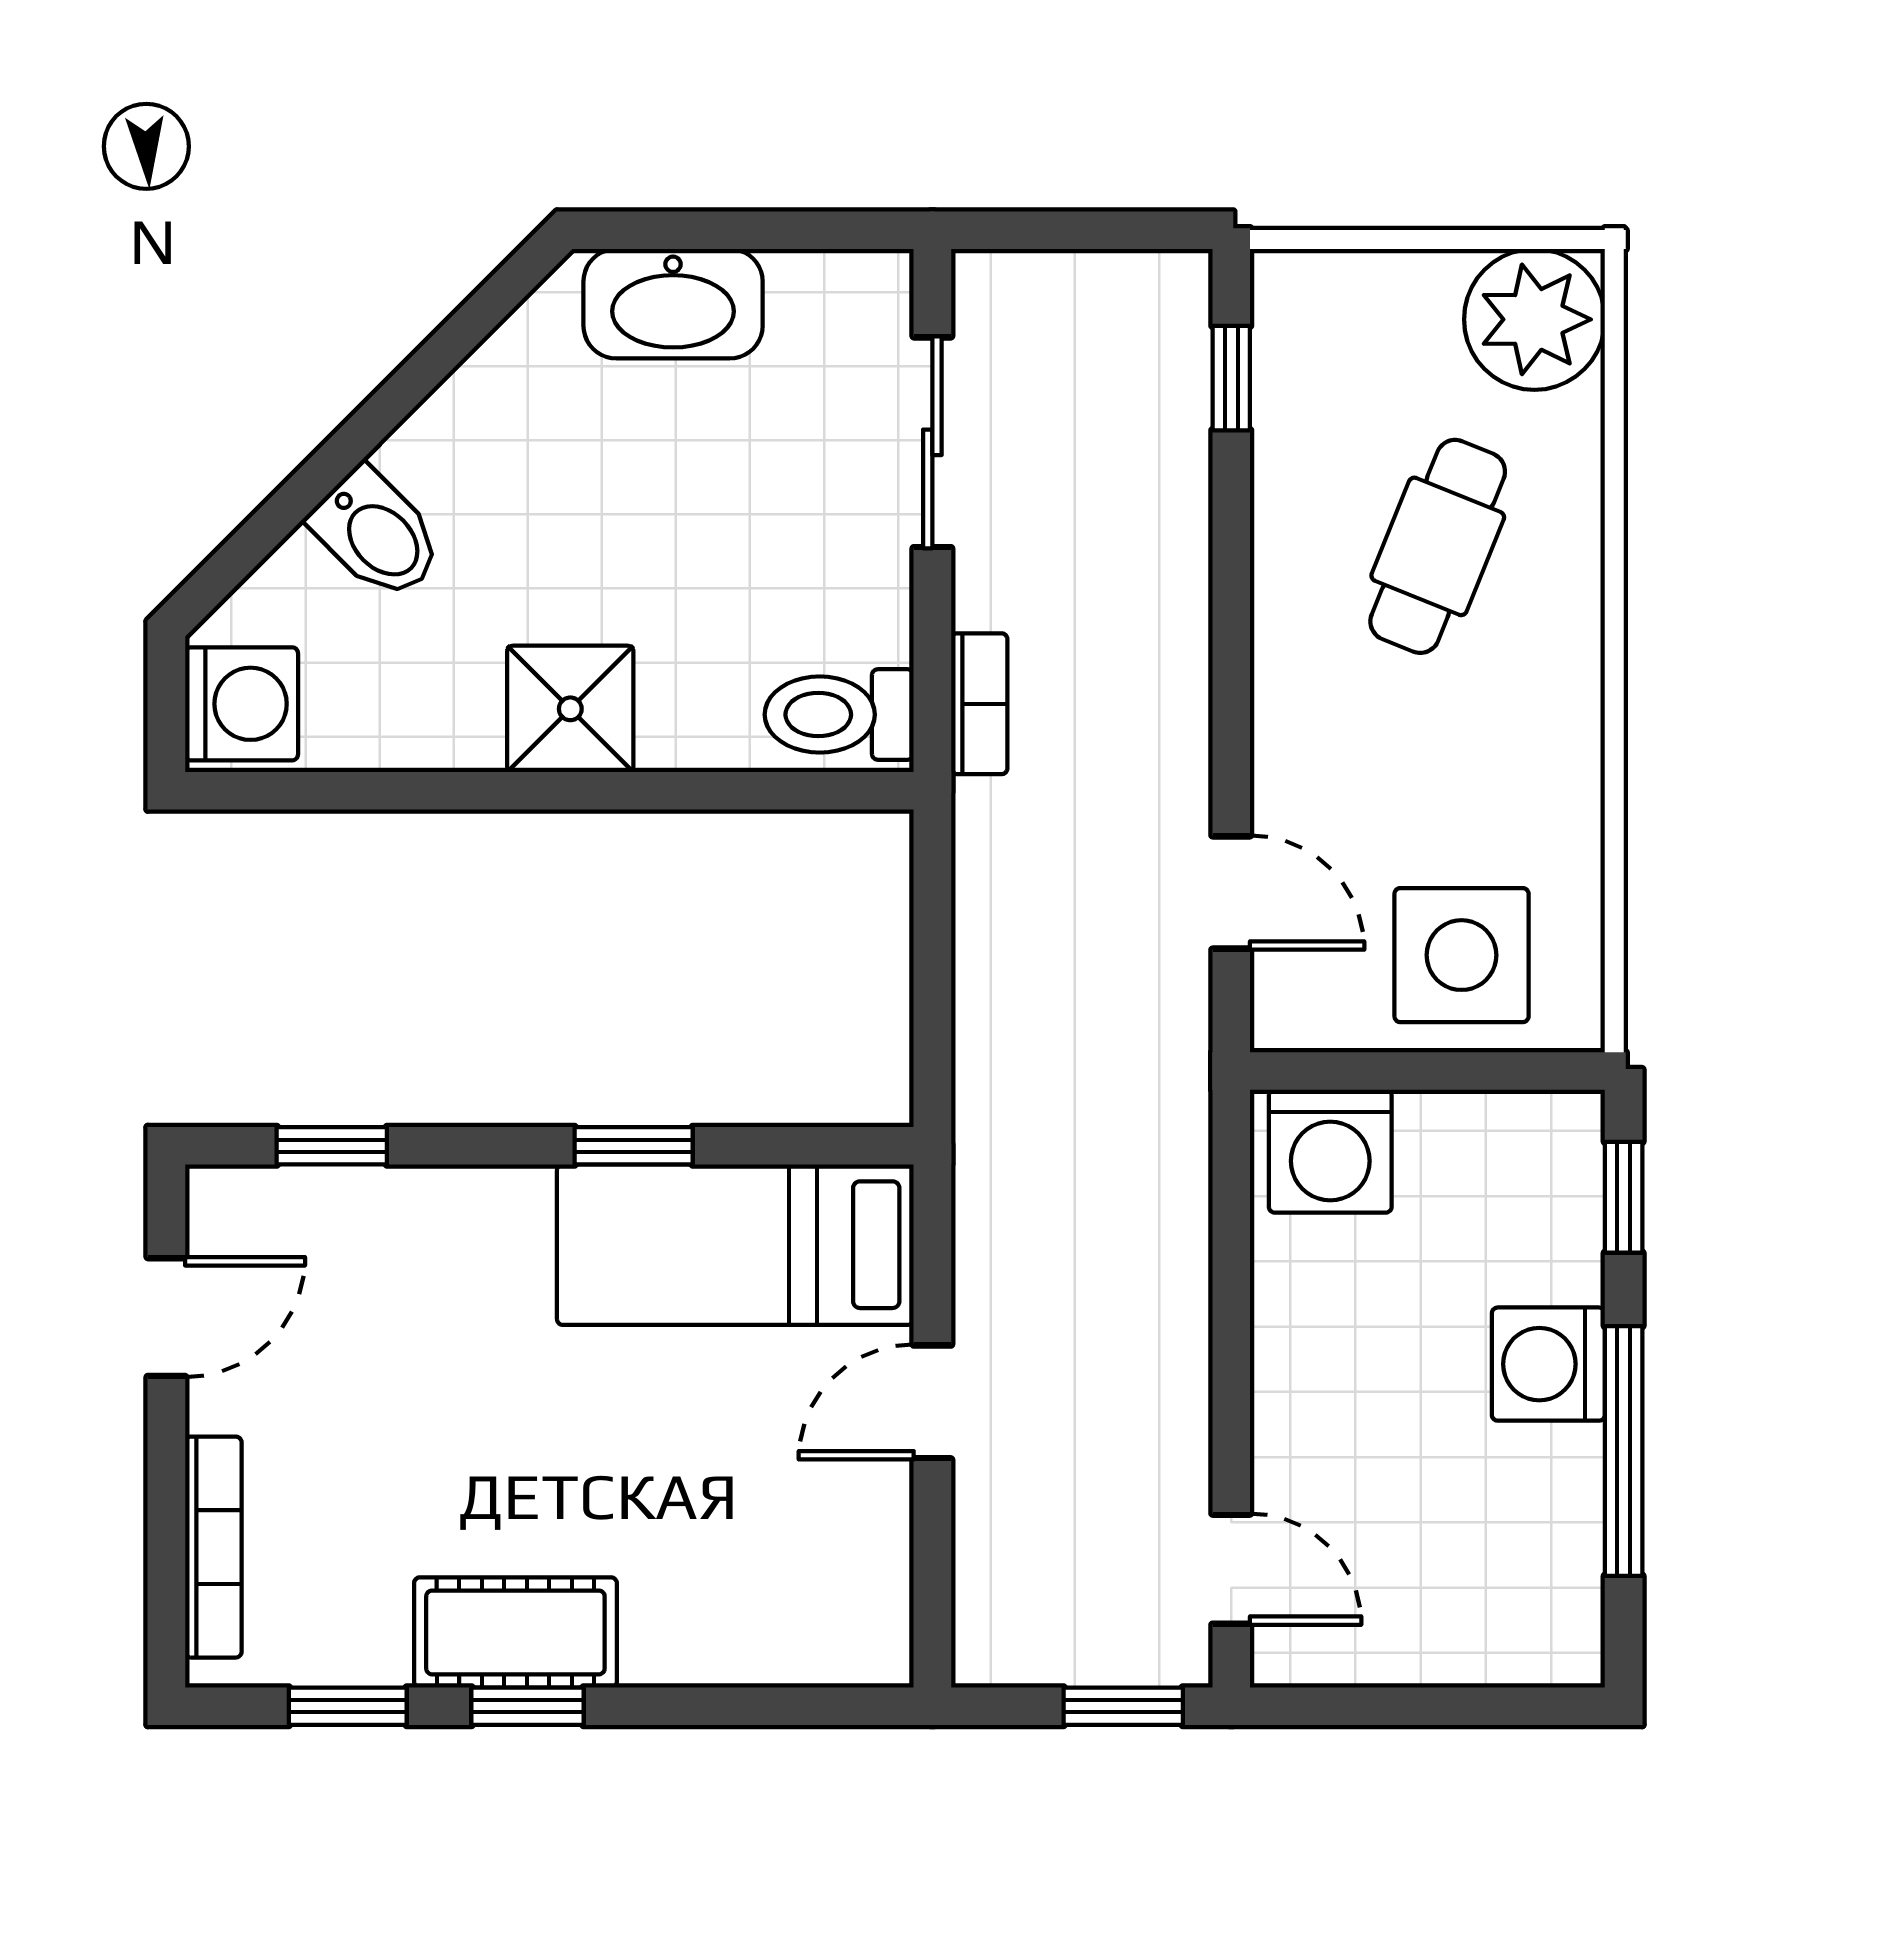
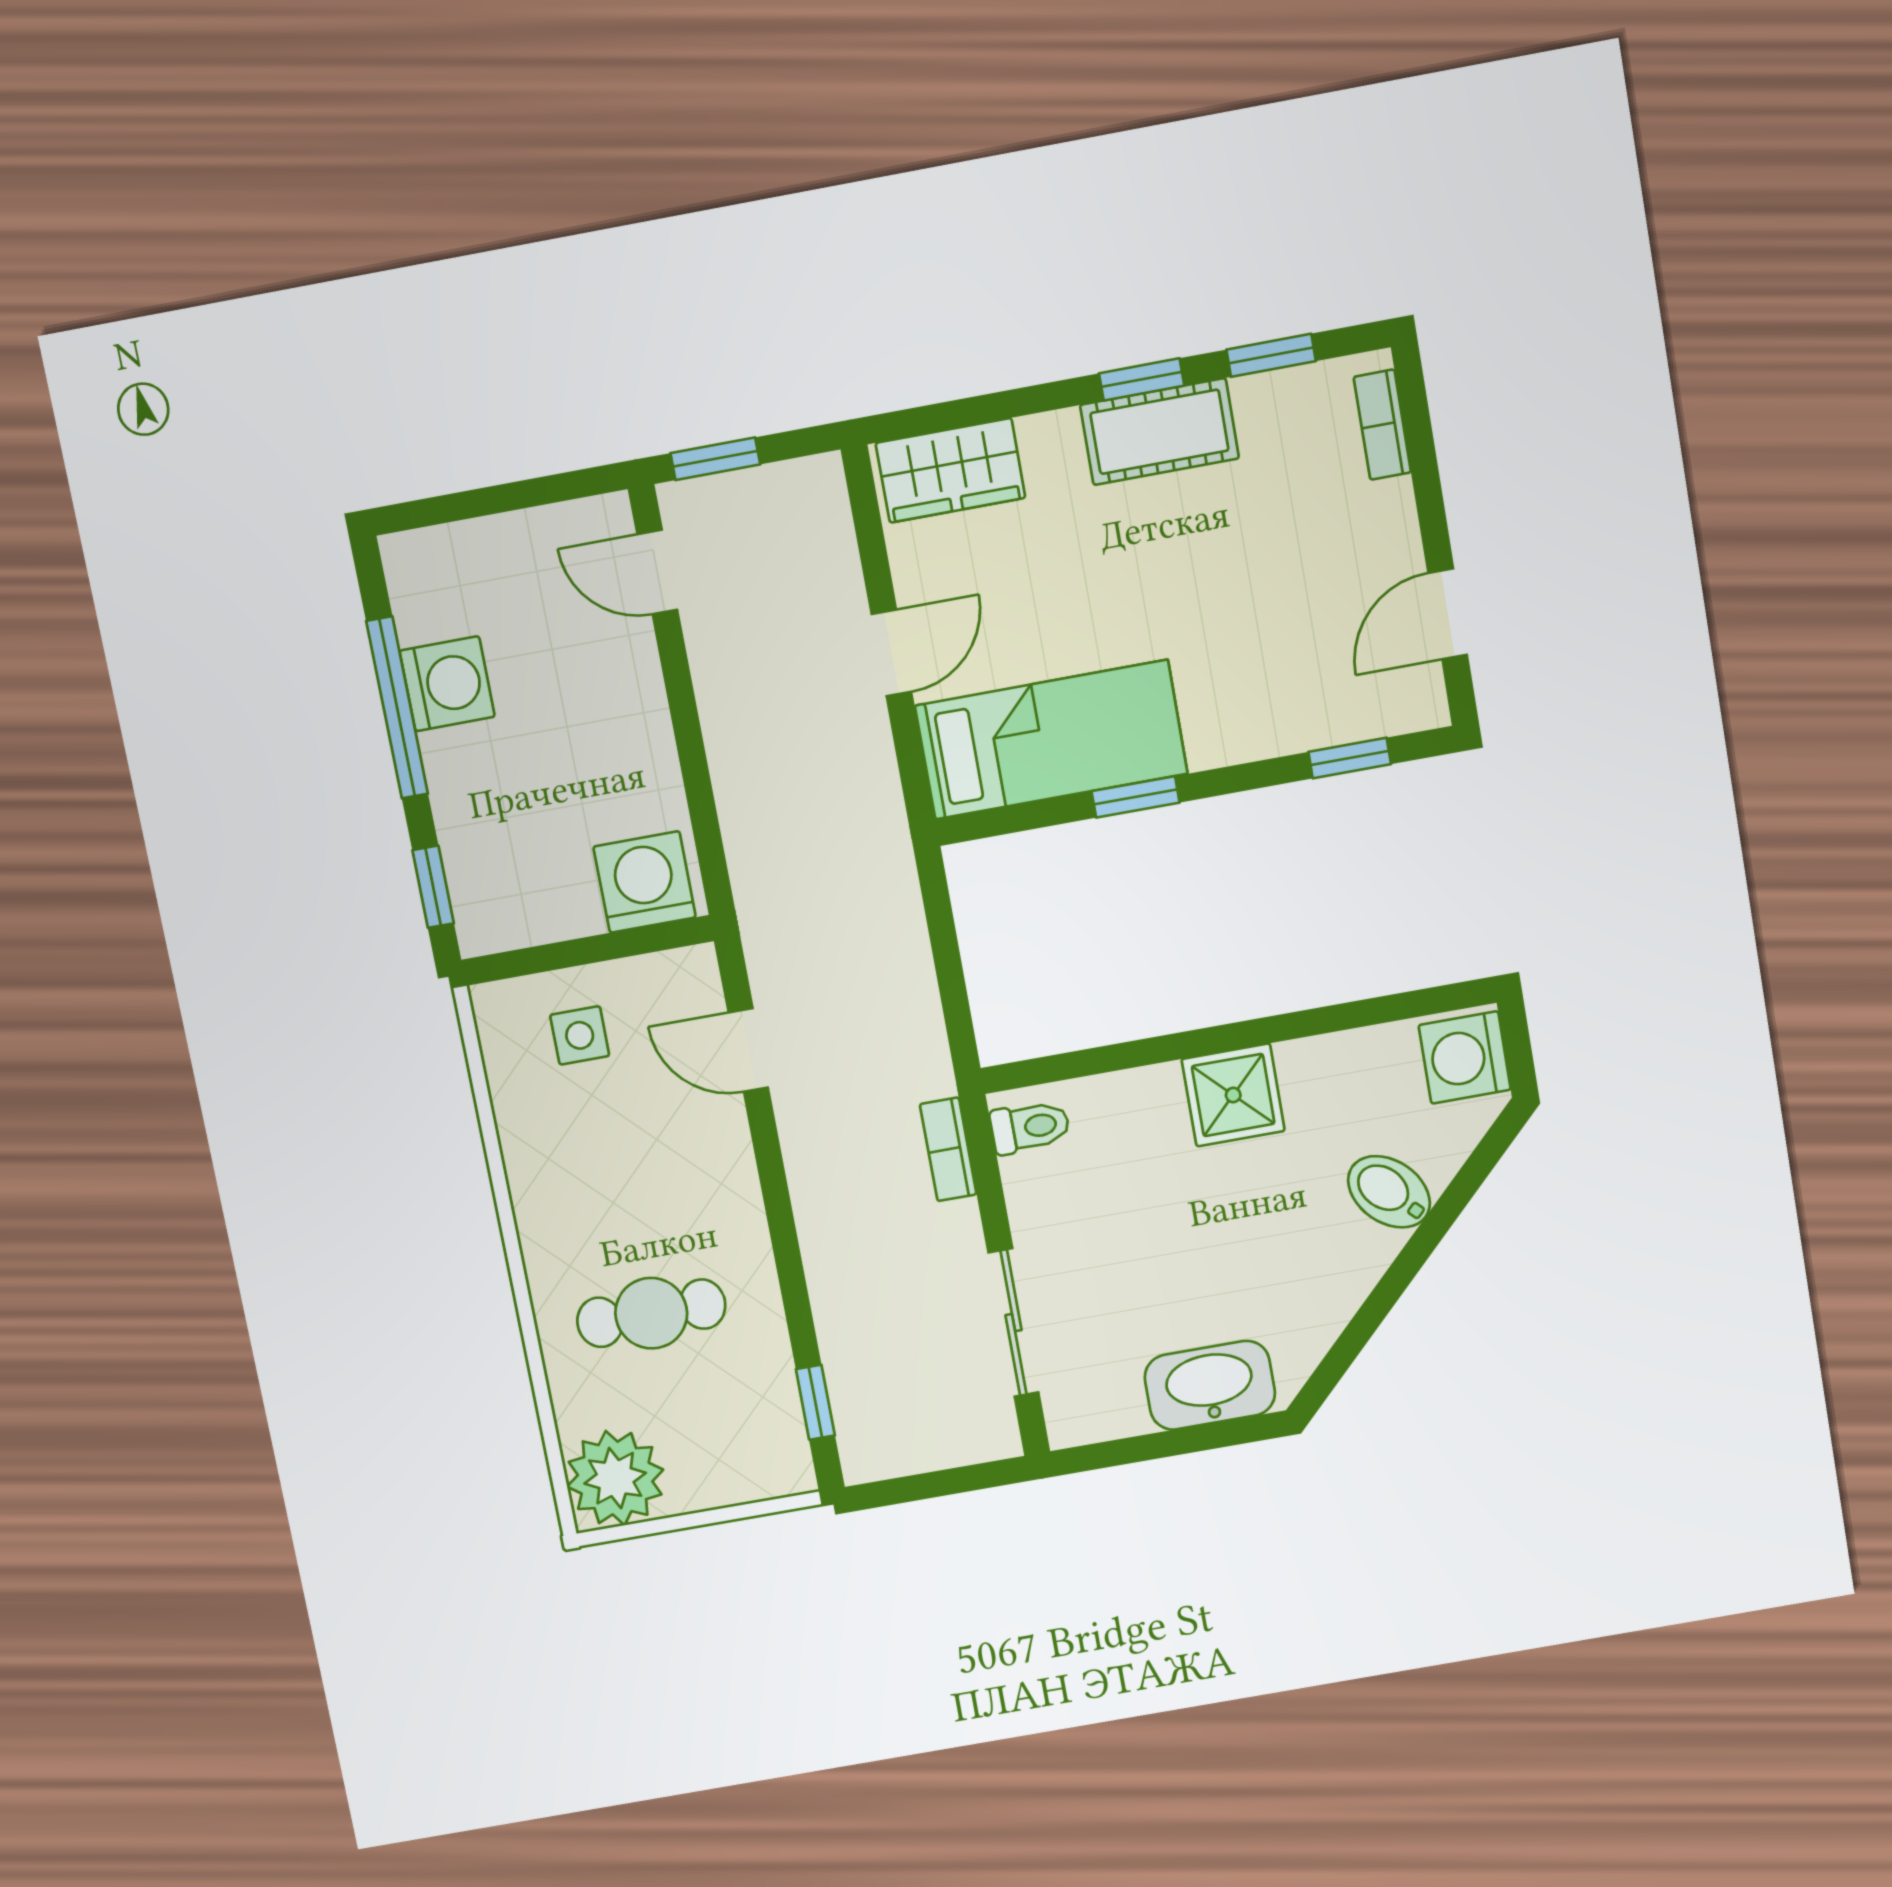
cafe table: (1438, 546) -> (651, 1313), turned 68
toilet: (839, 715) -> (1030, 1127), width x0.73, depth x0.72
side table: (1462, 955) -> (580, 1035), width x0.54, depth x0.54
washing machine: (1548, 1364) -> (447, 684), moved
bookcase: (213, 1547) -> (1382, 425), width x0.64
wardrobe: (807, 1632) -> (950, 470), added

